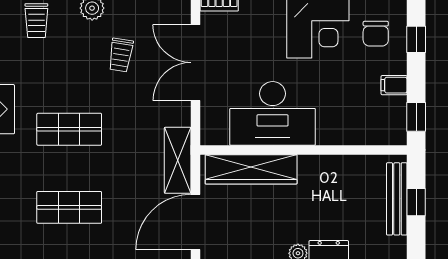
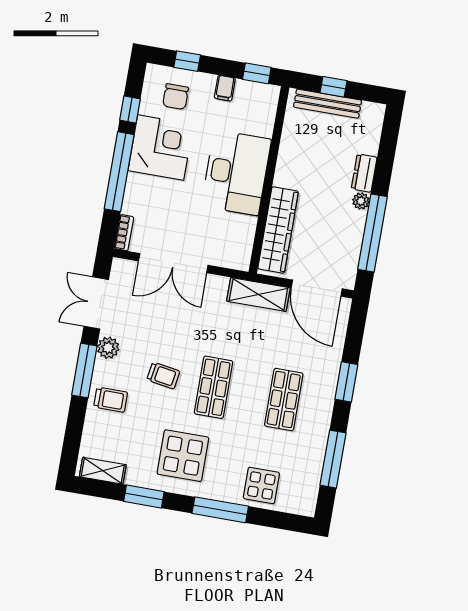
chair: (376, 34) -> (176, 97), turned 90
trolley: (121, 55) -> (163, 375), moved
desk: (273, 113) -> (236, 173), moved

